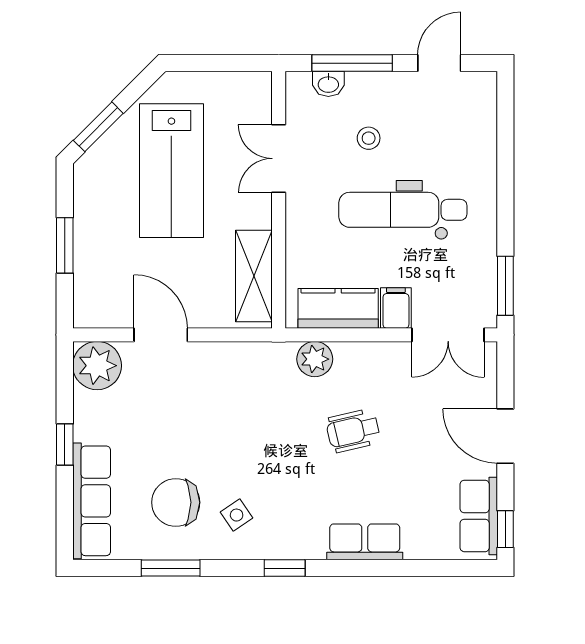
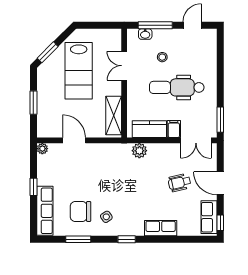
plant: (97, 366) -> (42, 149), width x0.53, depth x0.53
wheelchair: (353, 431) -> (179, 183), moved

